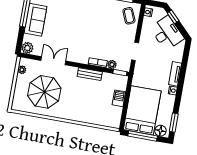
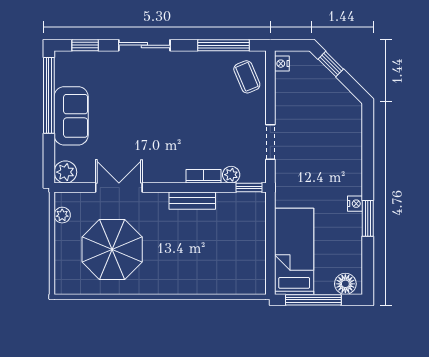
desk: (167, 33) -> (325, 97), removed
tv unit: (175, 74) -> (354, 171), removed
barbecue: (119, 98) -> (256, 237), removed
bed: (142, 110) -> (294, 251), width x0.67
window: (174, 123) -> (368, 218), moved

